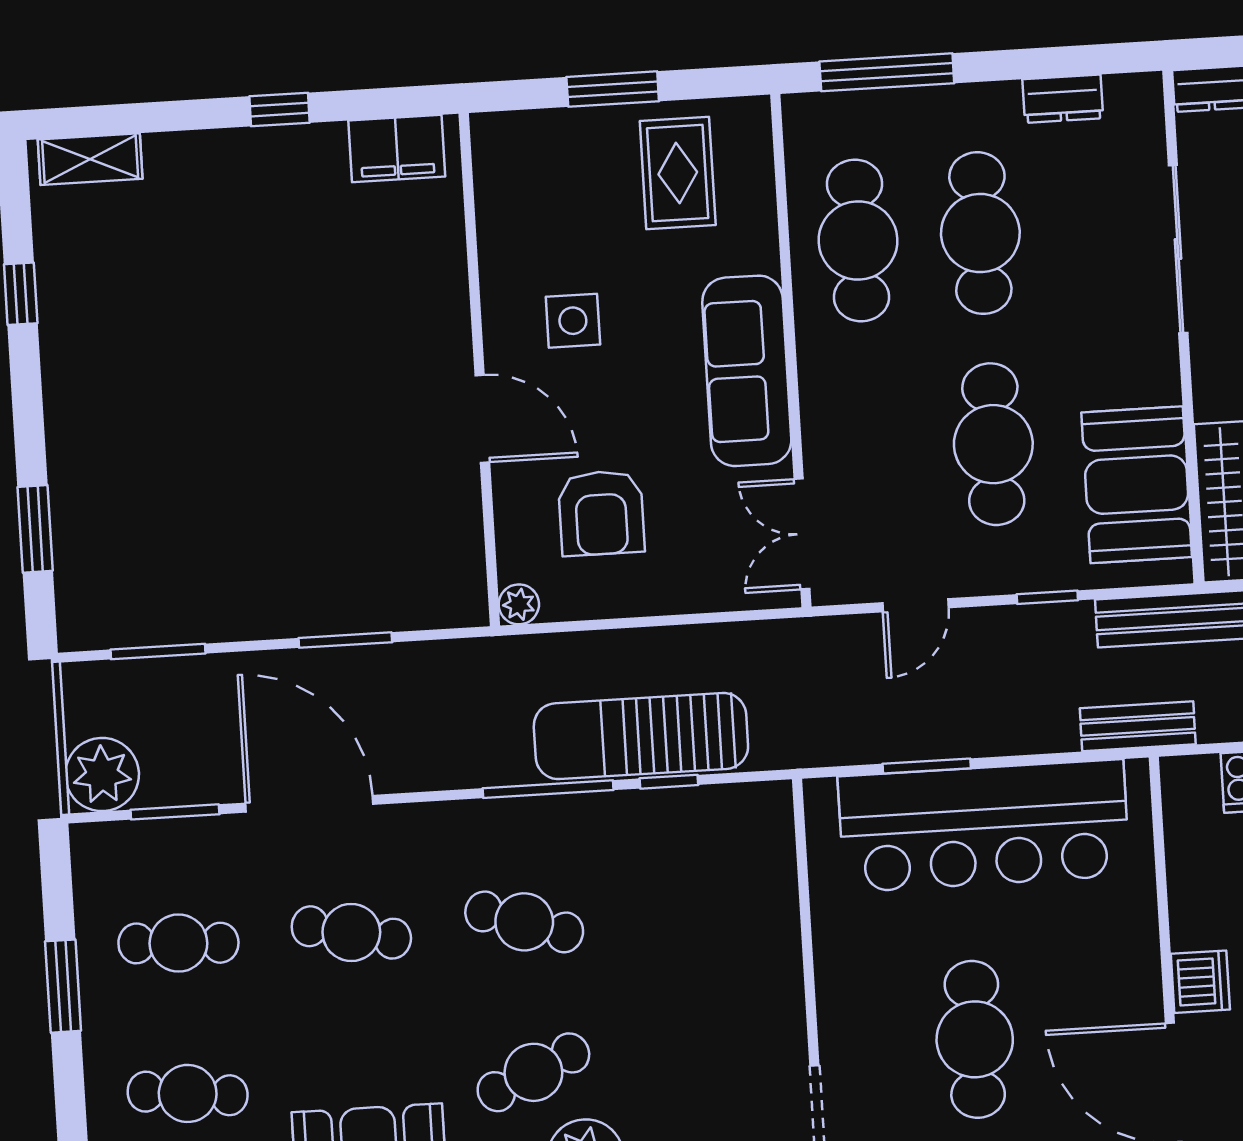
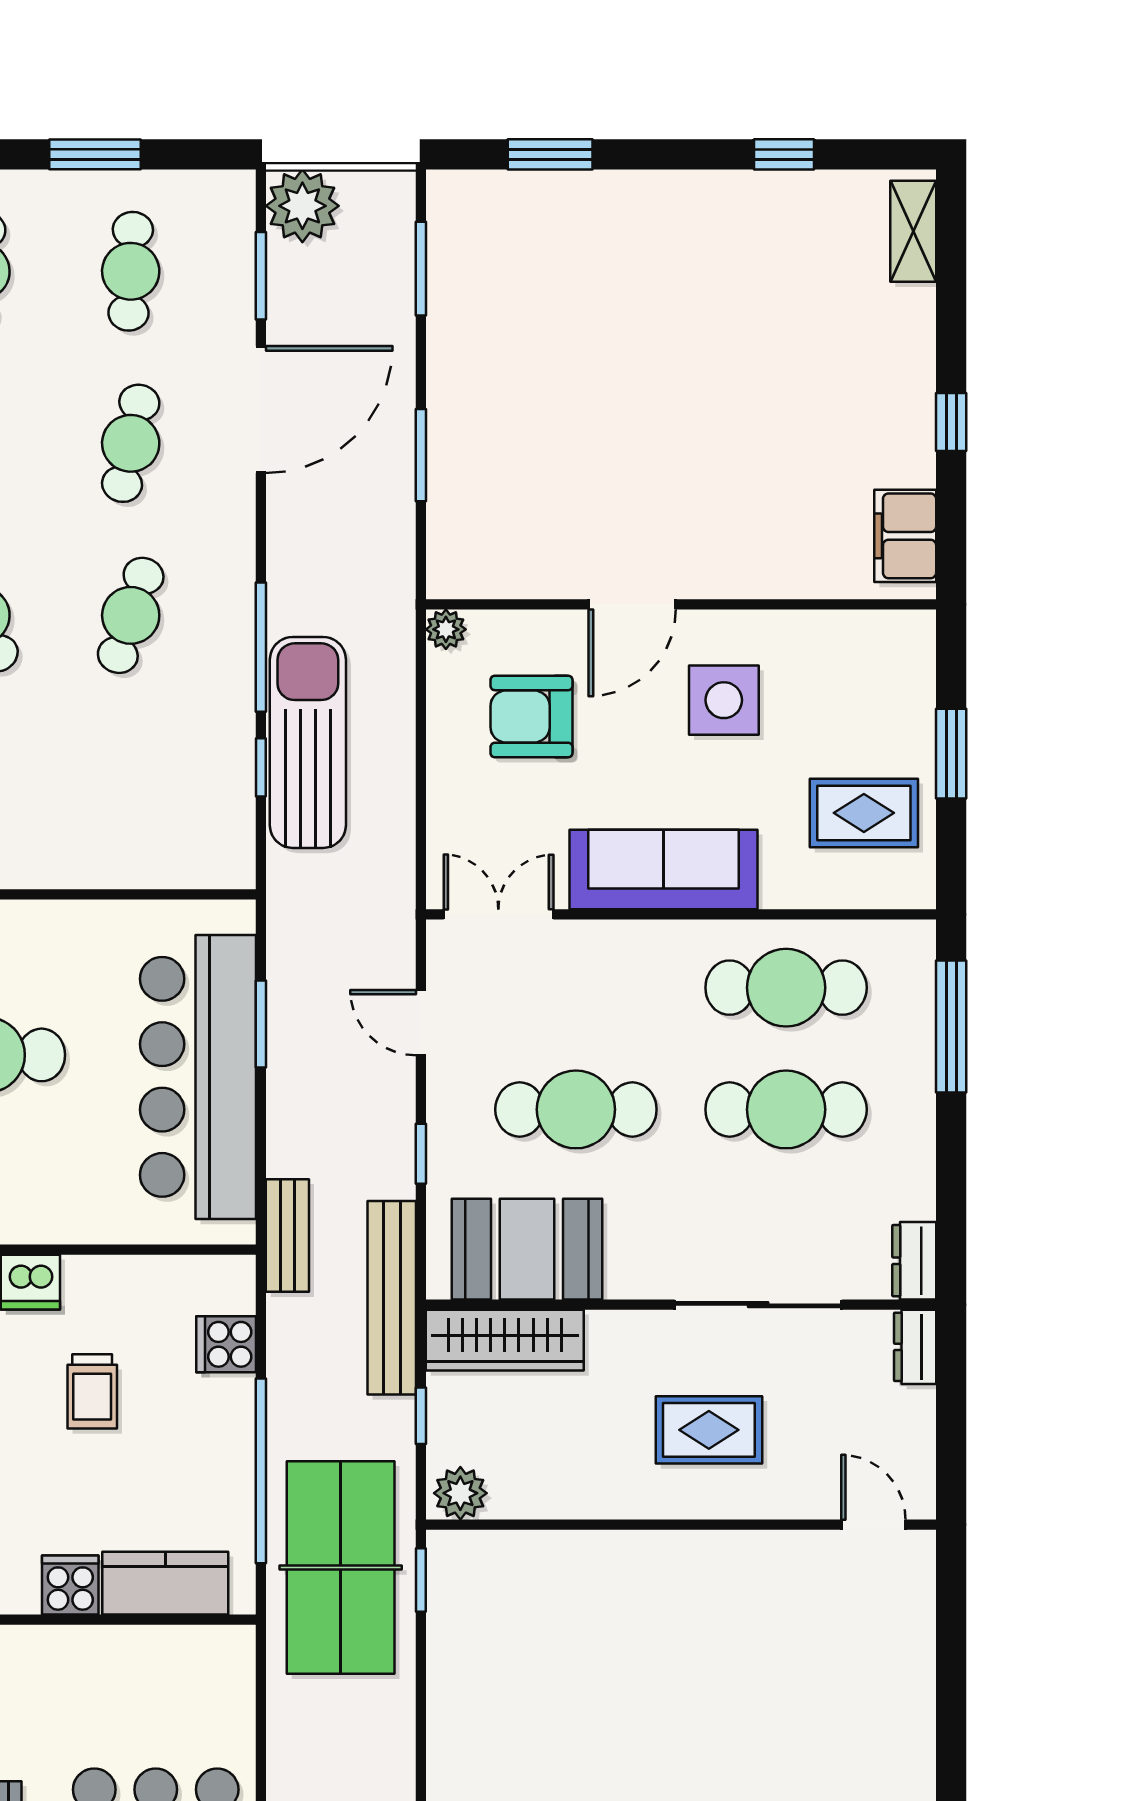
dresser: (1063, 99) -> (914, 1261), moved
side table: (573, 321) -> (724, 700), width x1.37, depth x1.37

